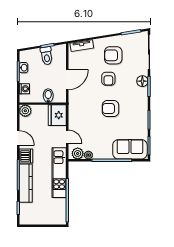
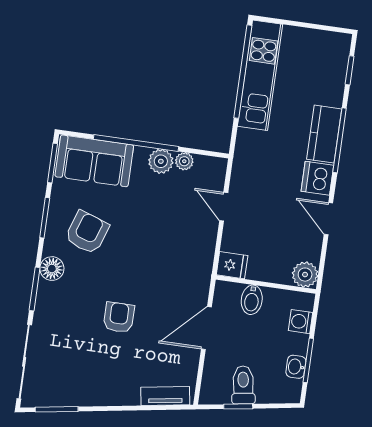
armchair: (113, 55) -> (101, 366), removed
floor lamp: (142, 81) -> (52, 269), moved
armchair: (111, 109) -> (87, 232), moved, turned -71
fridge: (57, 115) -> (232, 265), width x0.53, depth x0.75
plant: (78, 153) -> (161, 161), moved
kitchen unit: (59, 173) -> (260, 75), moved
kitchen counter: (26, 183) -> (324, 134), width x0.67

